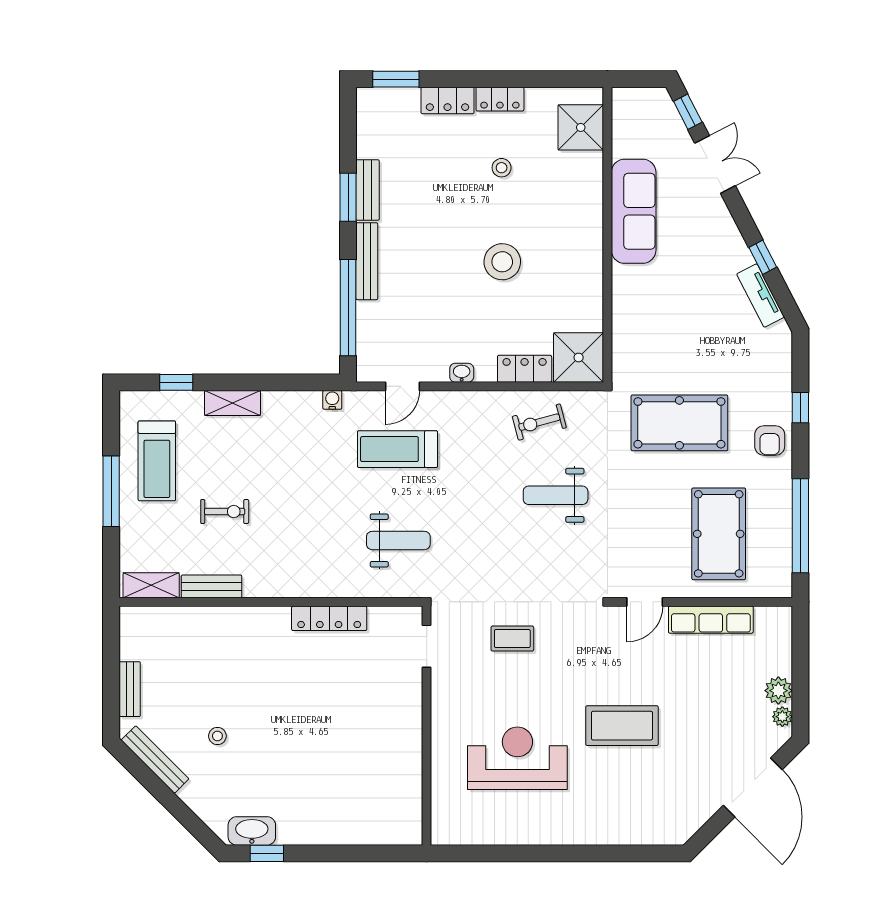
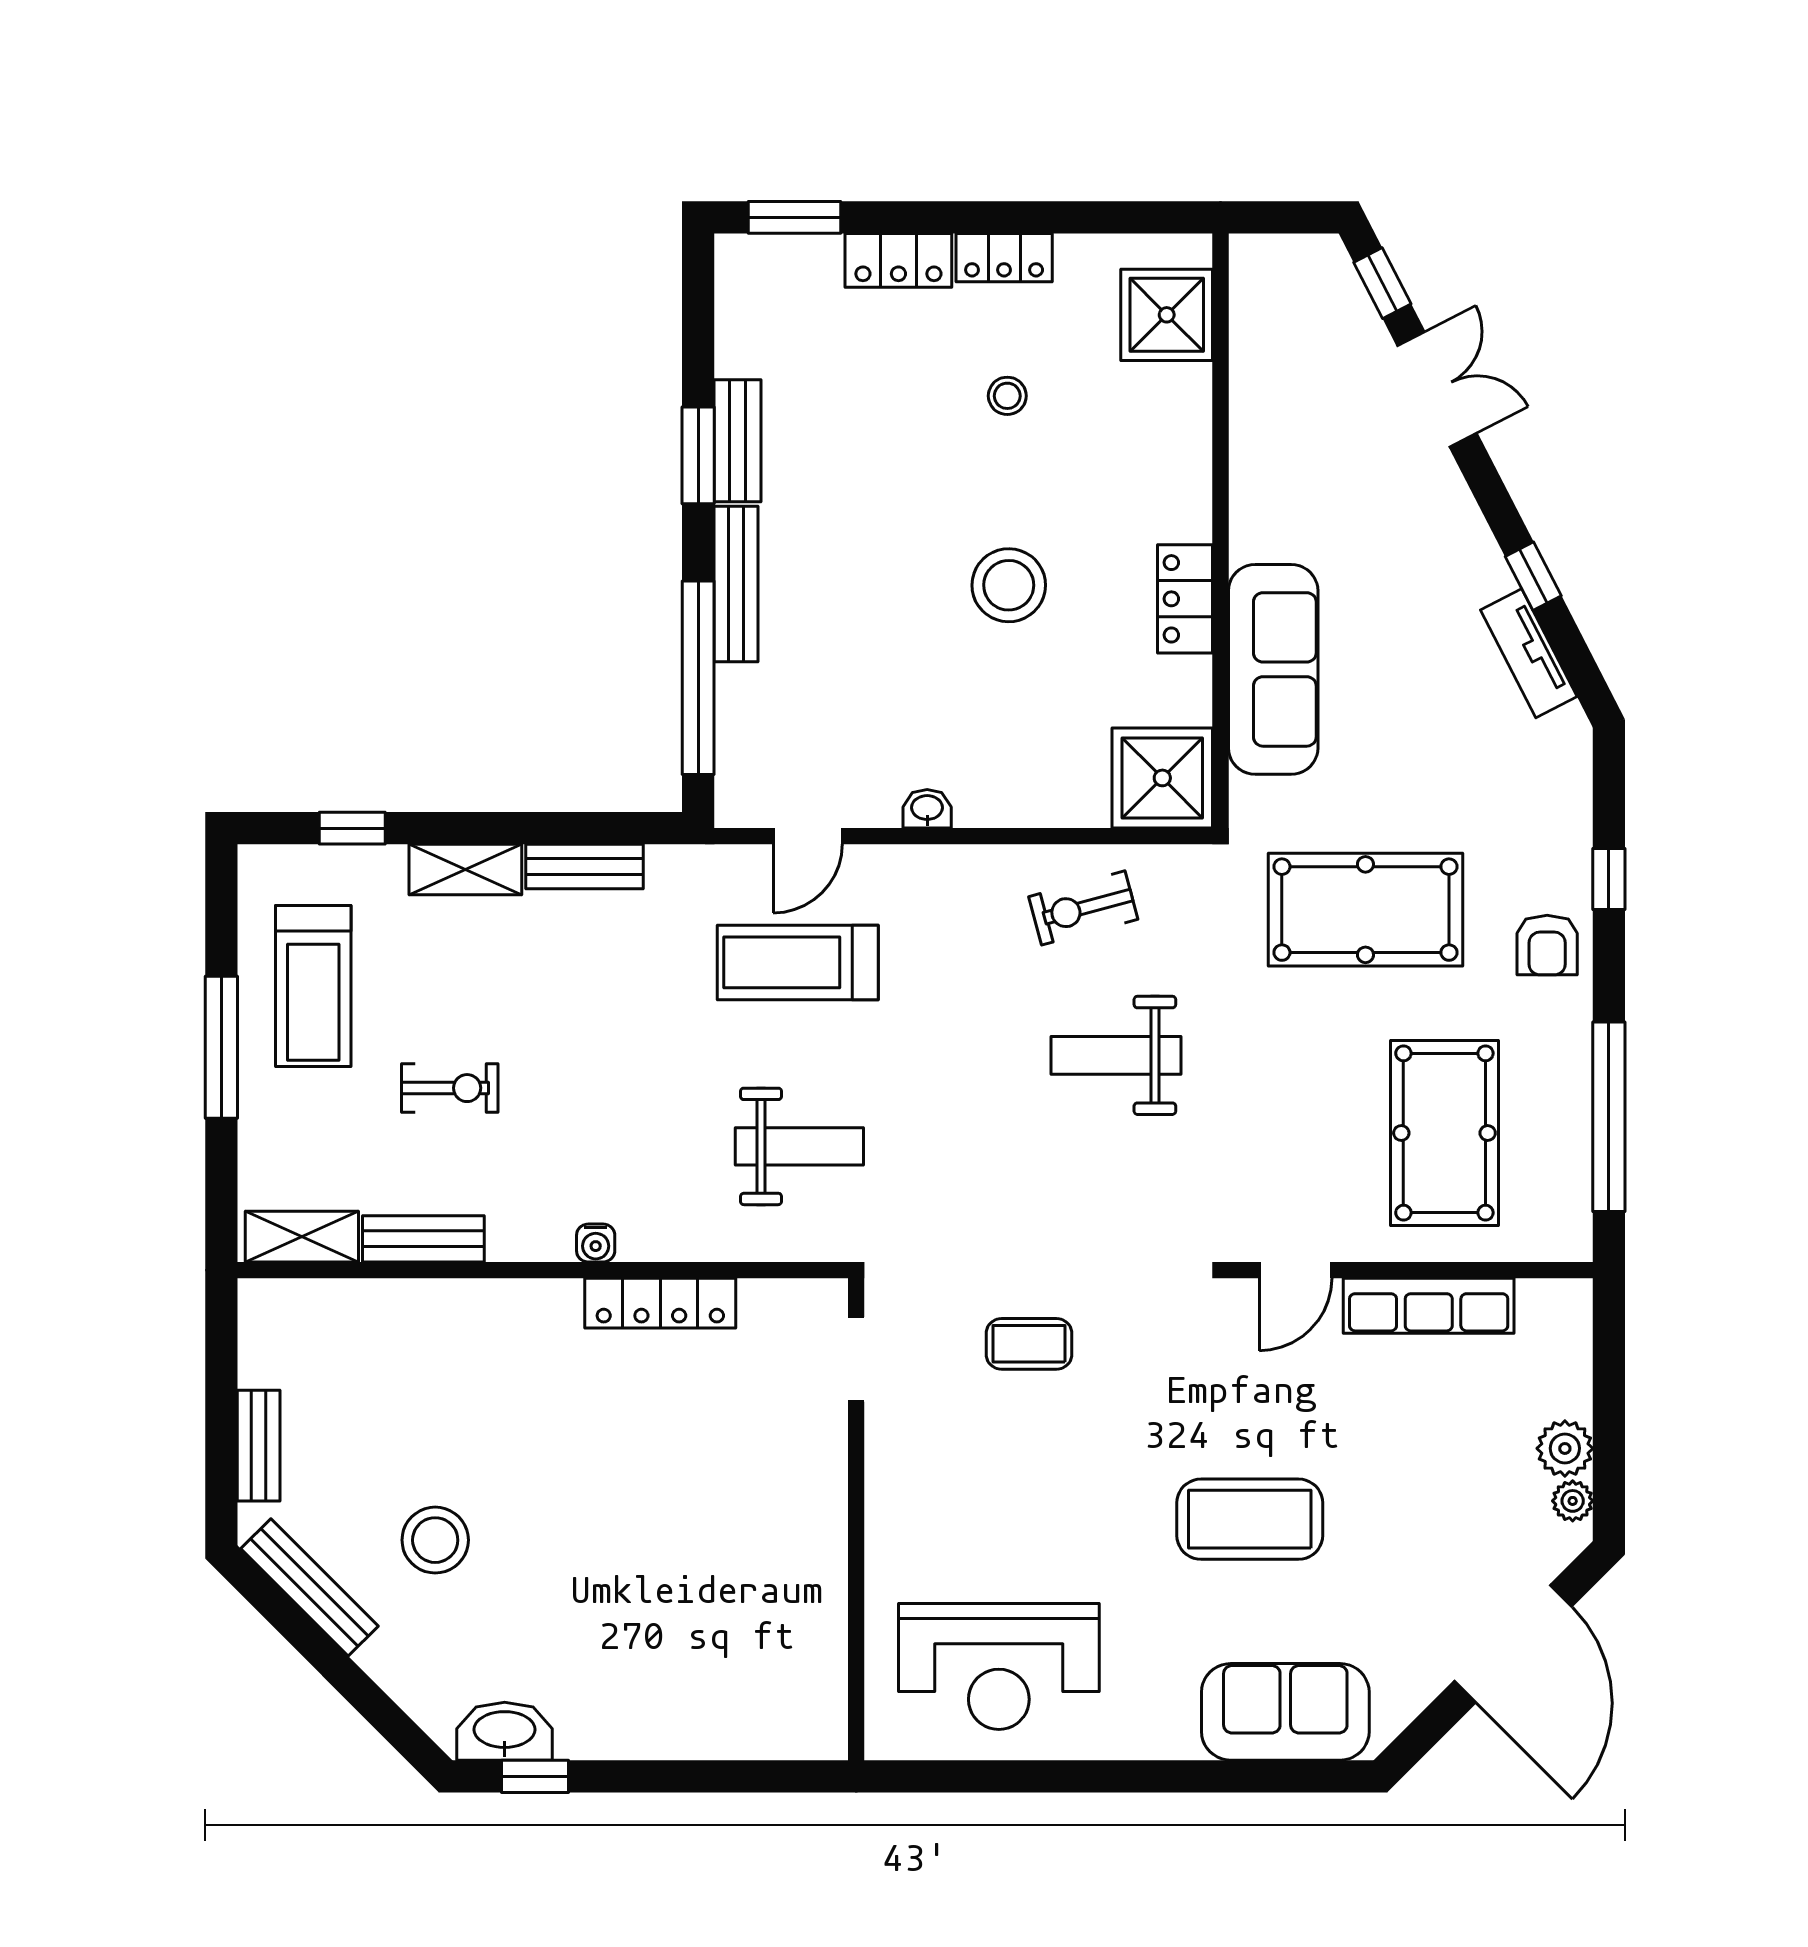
sofa: (634, 211) -> (1273, 669), moved
locker: (525, 369) -> (1185, 599), moved, turned -90
water cooler: (332, 400) -> (596, 1243), moved, turned 180
bench: (292, 401) -> (585, 867), added
stool: (217, 736) -> (435, 1540), width x1.89, depth x1.89
reception desk: (517, 758) -> (999, 1667), moved, turned 180
sofa: (640, 821) -> (1285, 1712), added

